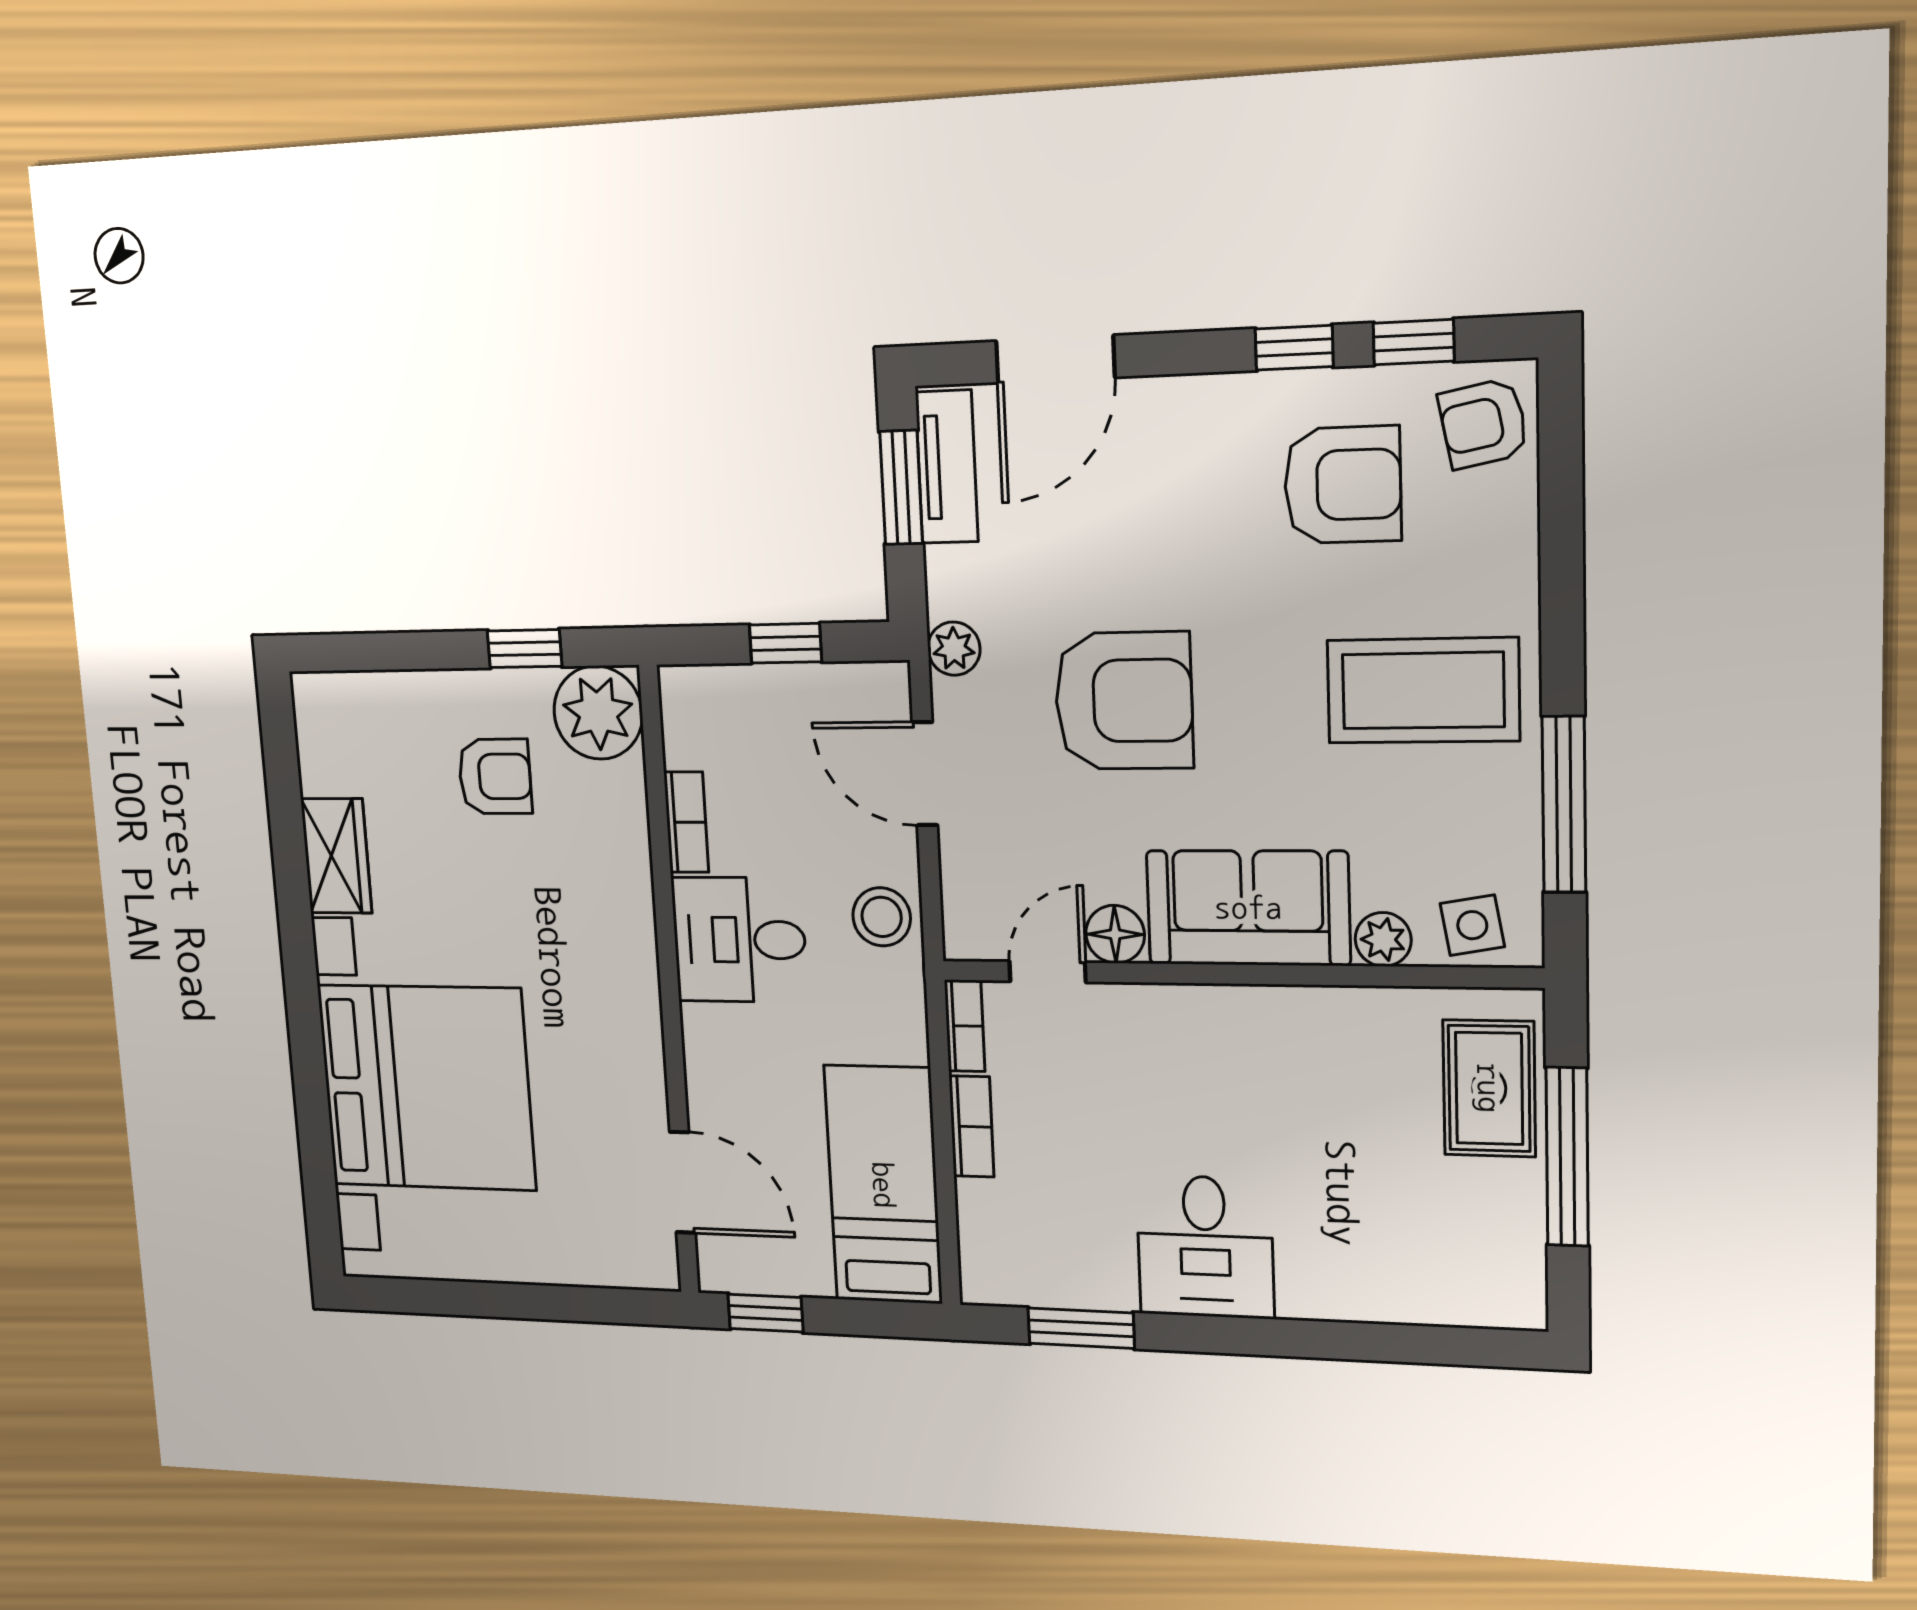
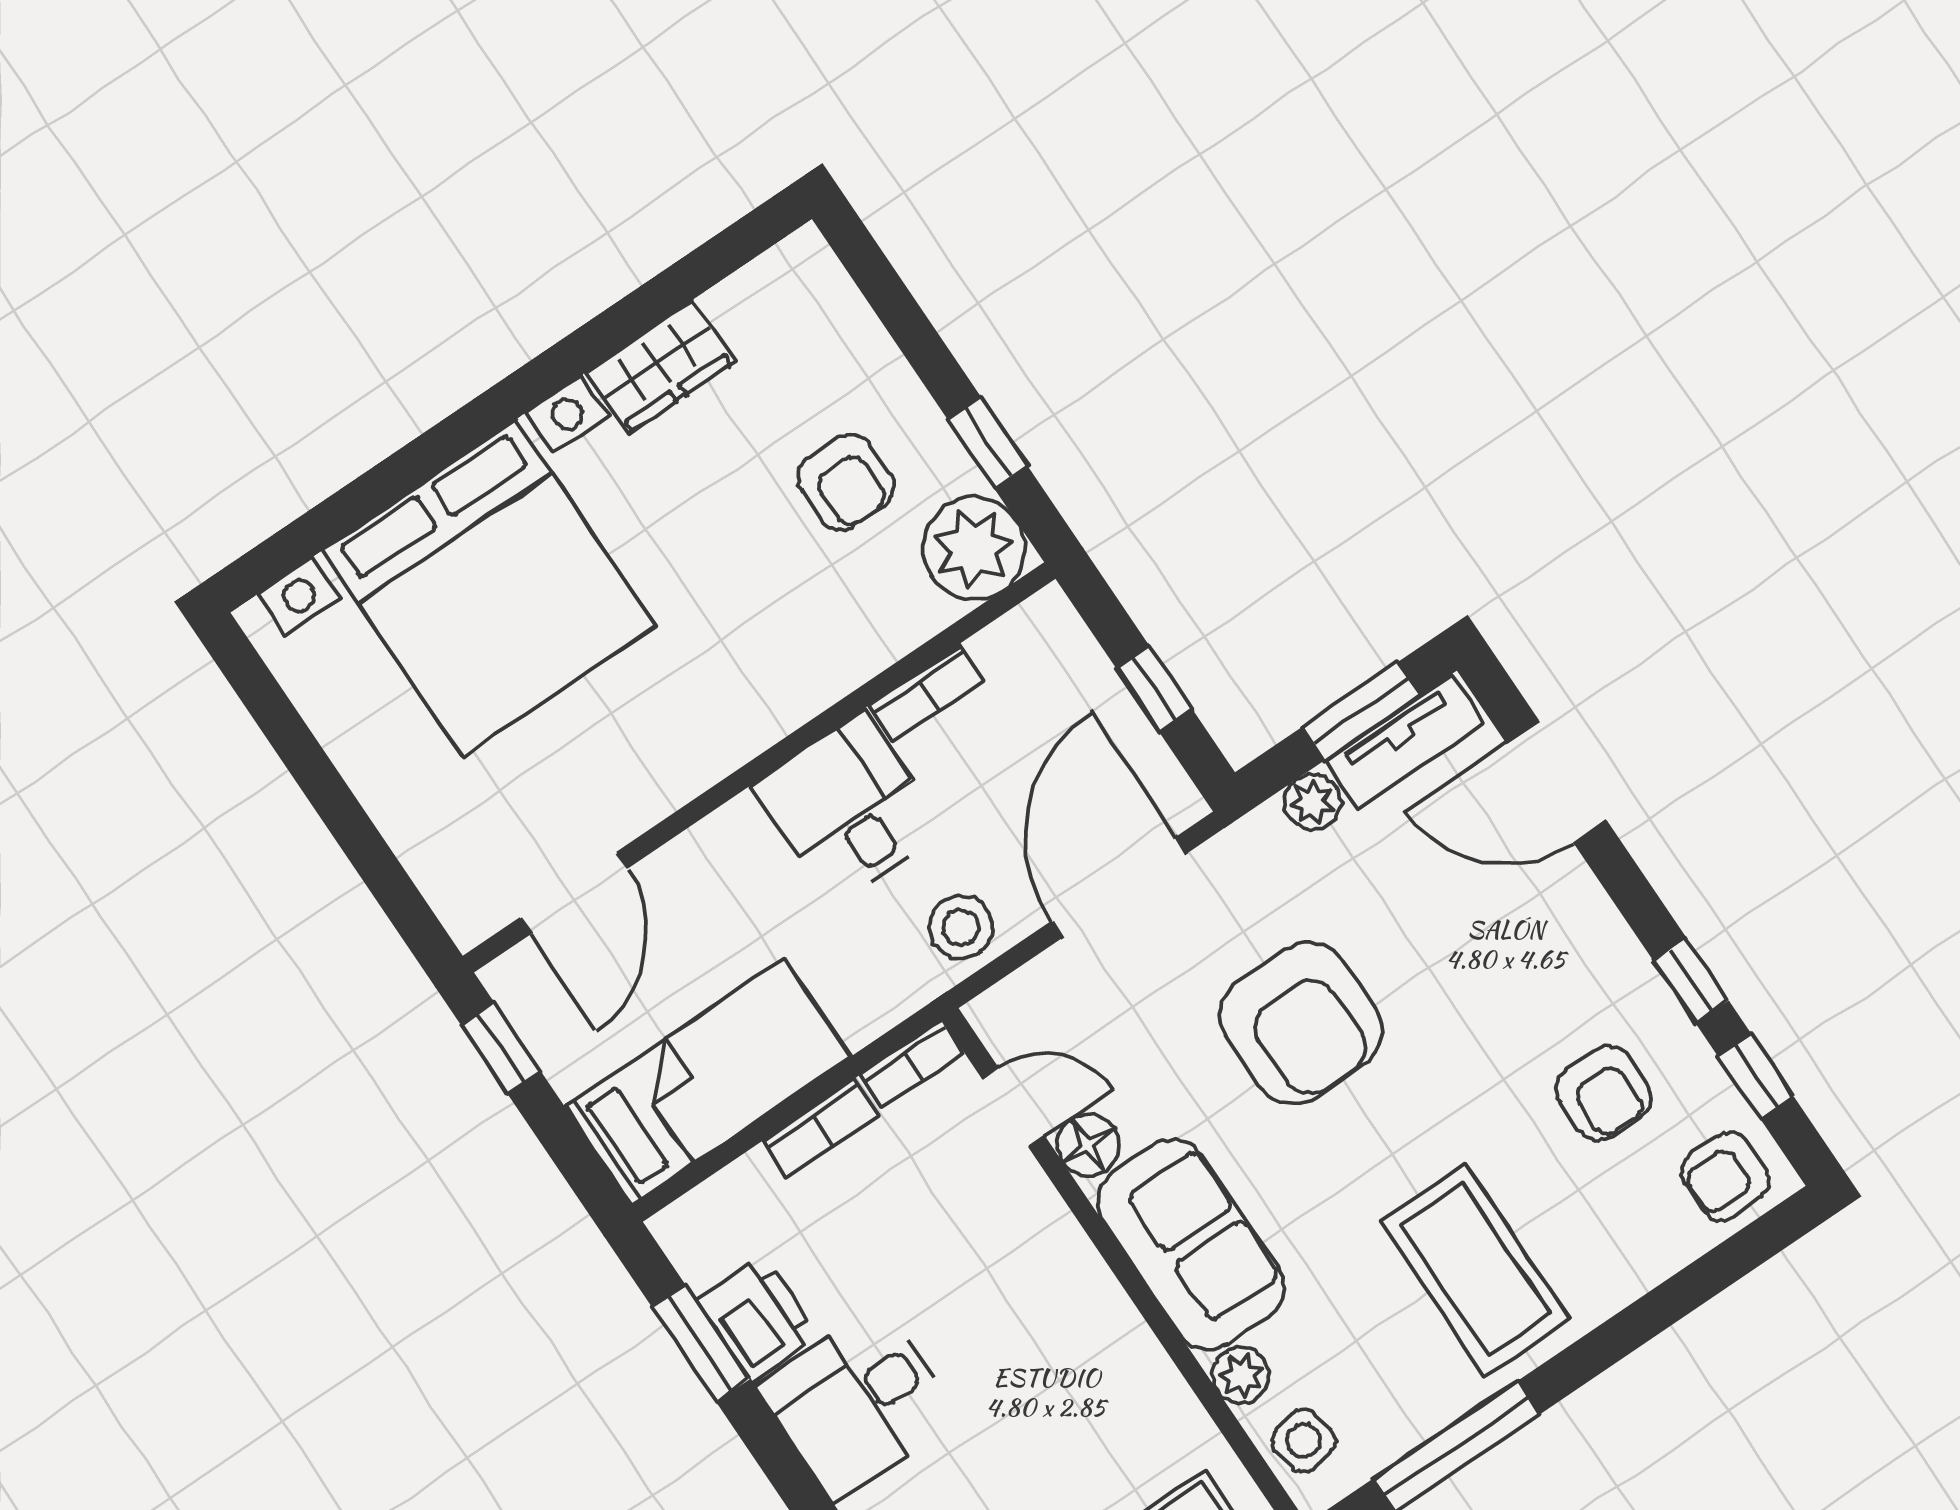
armchair: (1483, 423) -> (1726, 1176), turned -79
armchair: (1343, 485) -> (1604, 1093), width x0.72, depth x0.72
plant: (954, 649) -> (1312, 802), moved
door: (925, 774) -> (1119, 887), width x1.36
printer: (1089, 1274) -> (757, 1318), added

